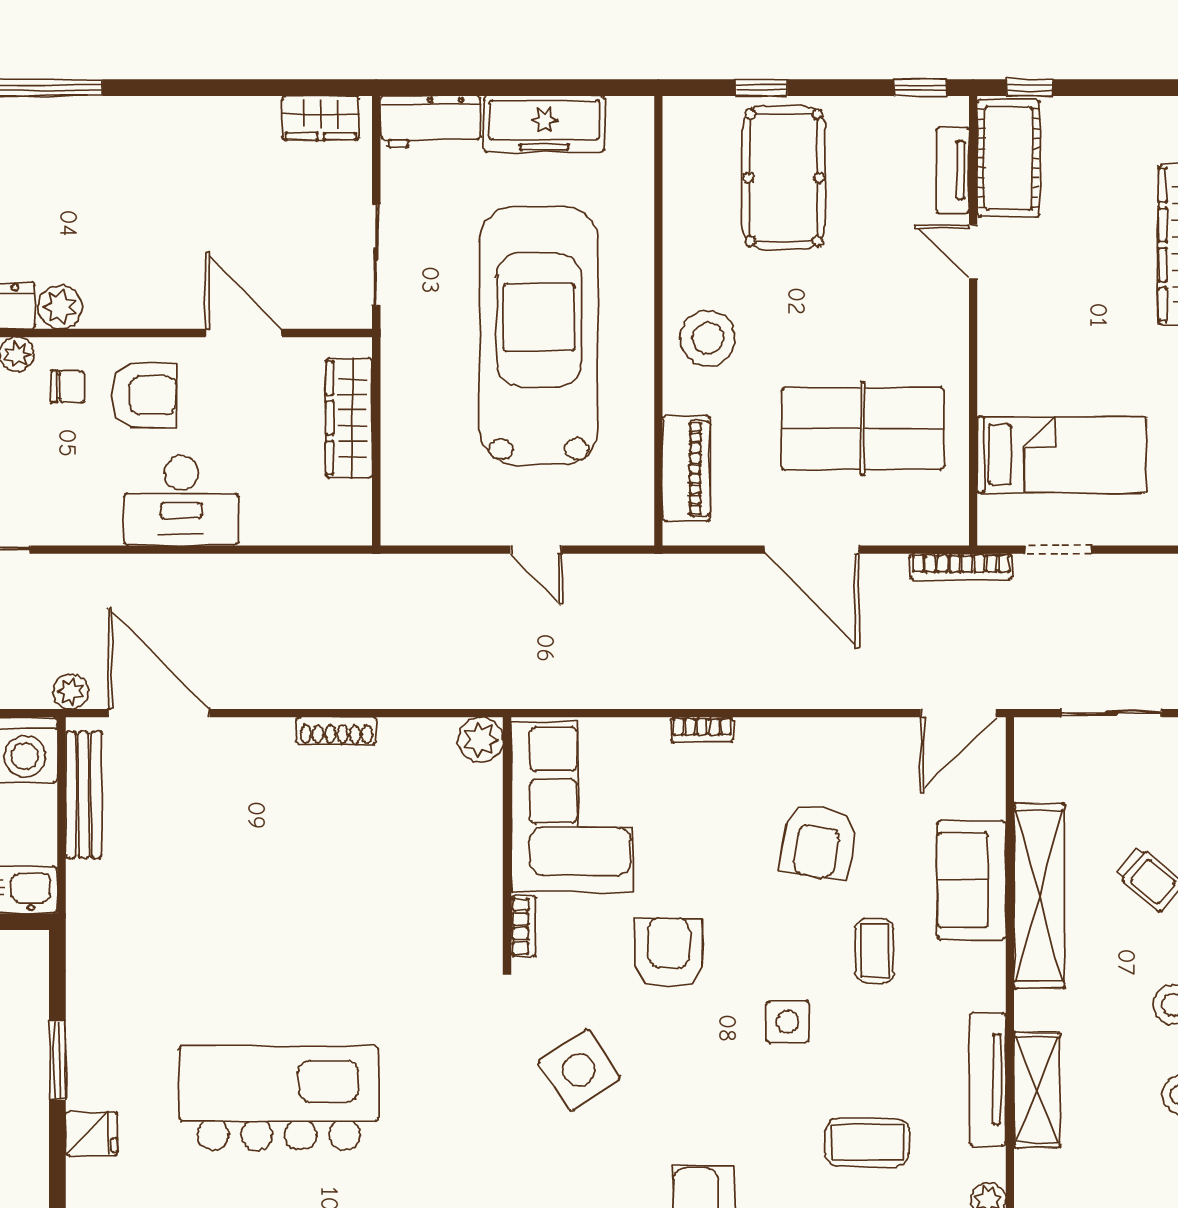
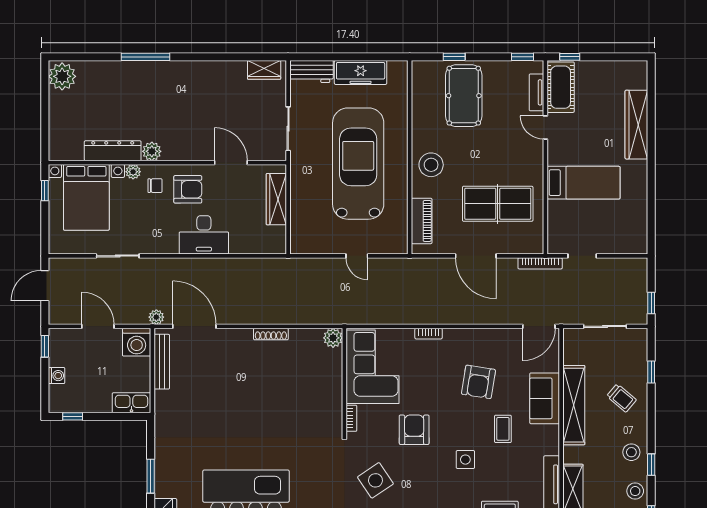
bed: (1062, 455) -> (584, 183), moved

